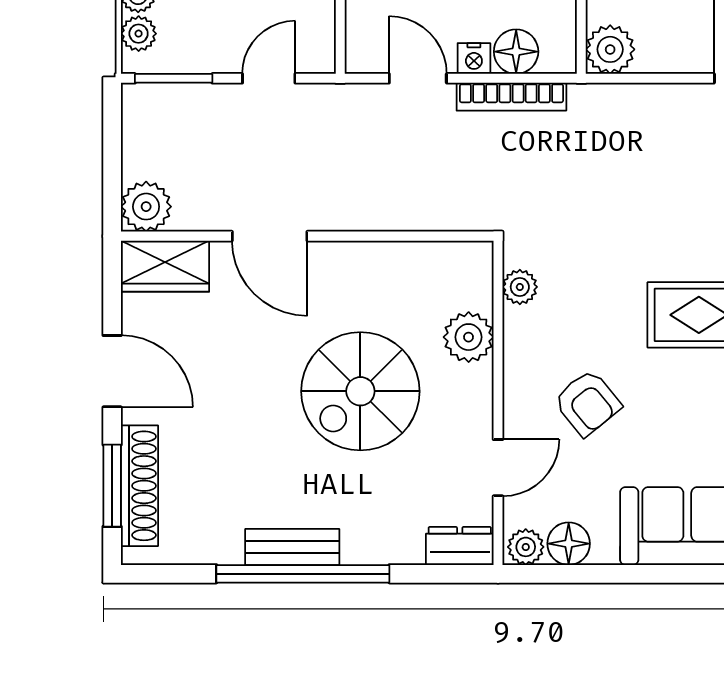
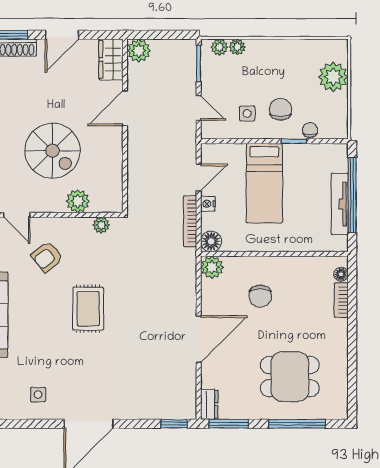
floor lamp: (516, 52) -> (211, 241), moved
spiral stairs: (360, 391) -> (52, 151), turned 180

